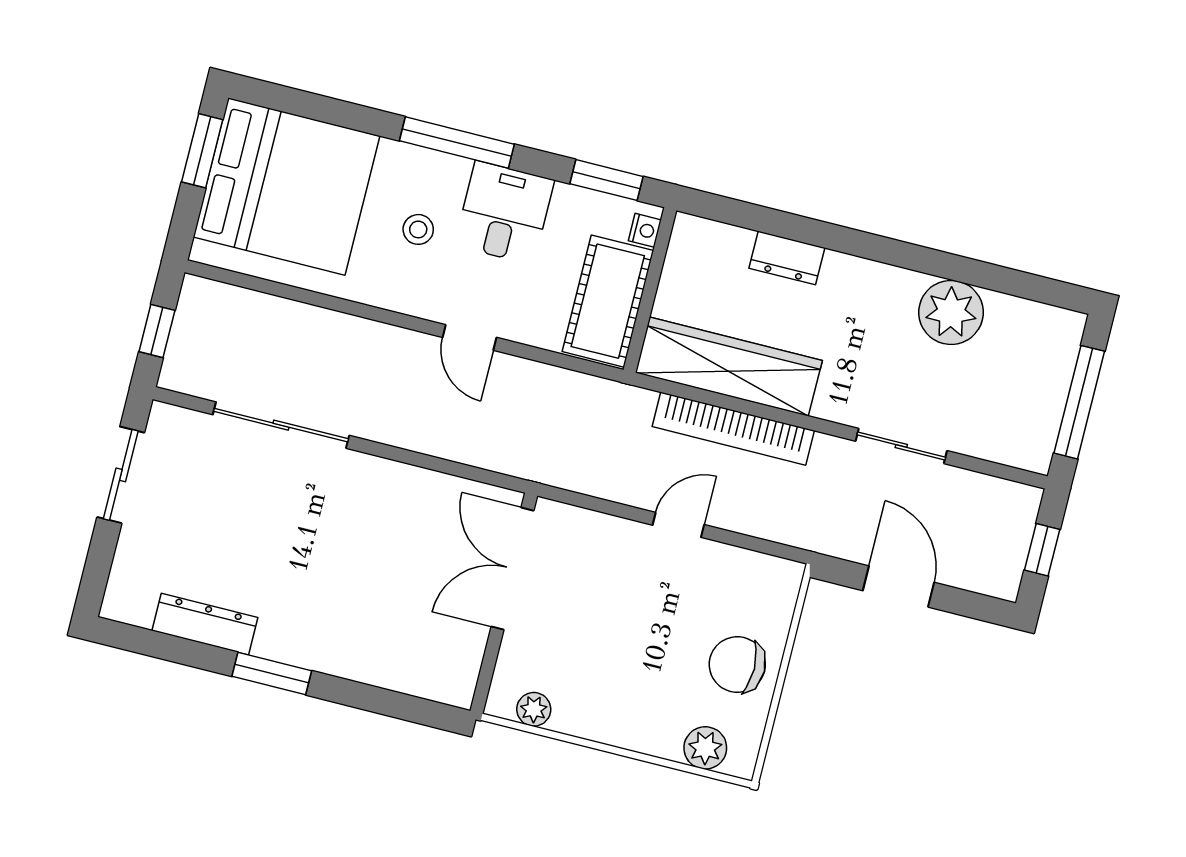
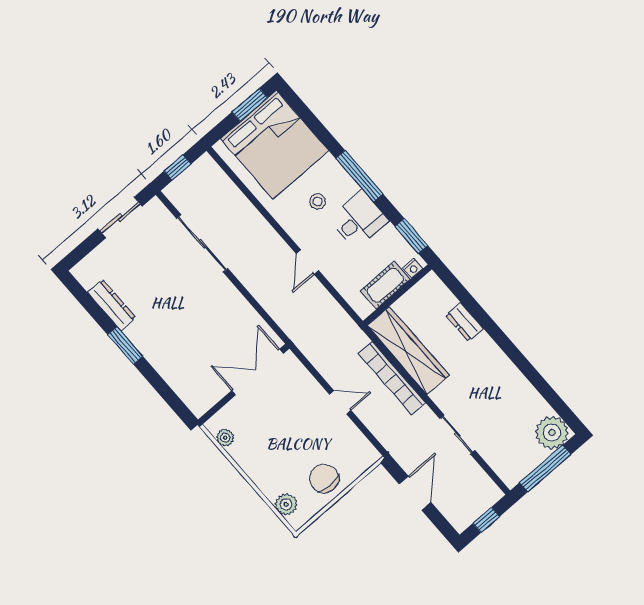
cot: (608, 301) -> (385, 285), width x0.73, depth x0.75
plant: (951, 312) -> (552, 432), moved

